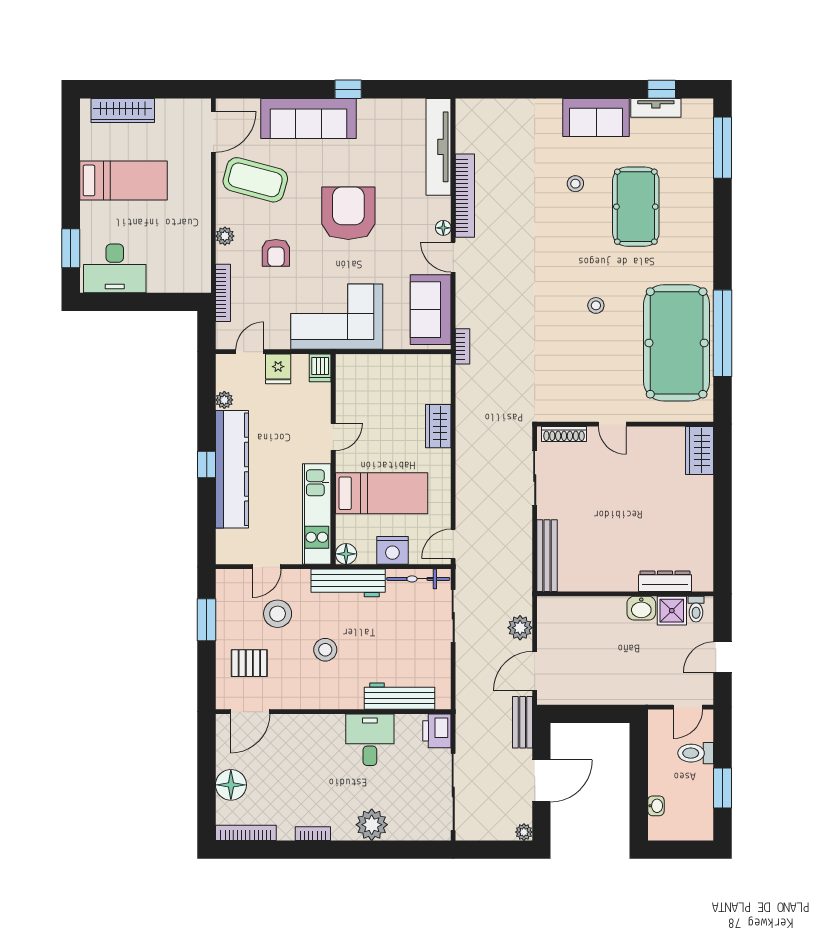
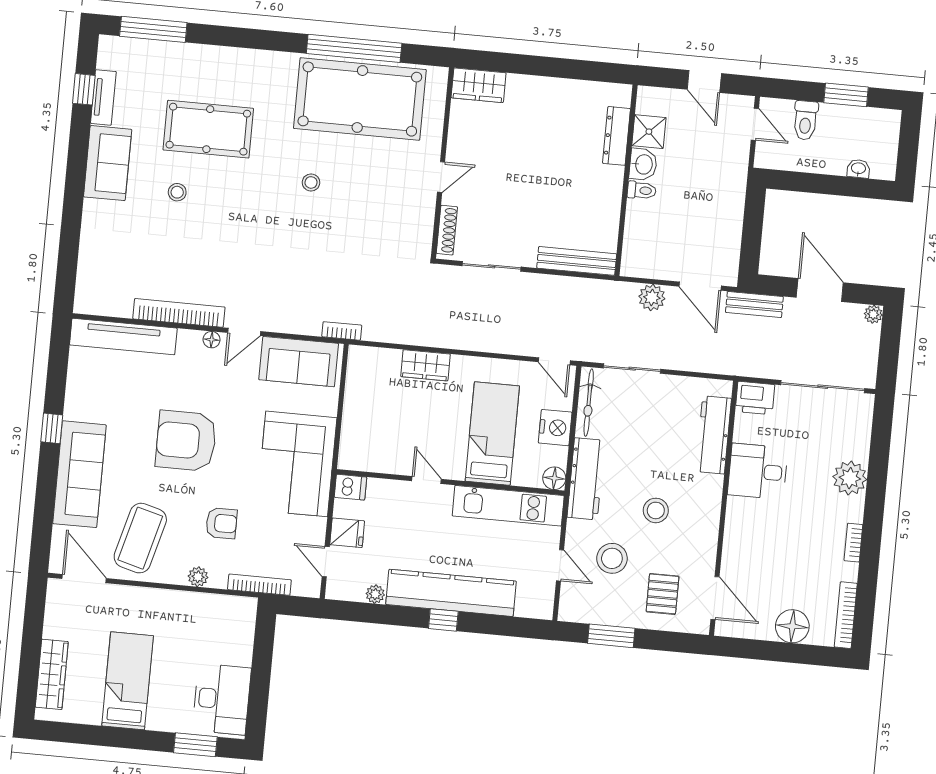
toilet: (696, 609) -> (642, 190), moved

